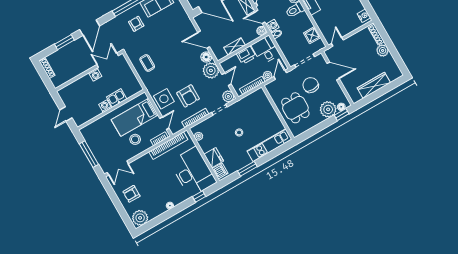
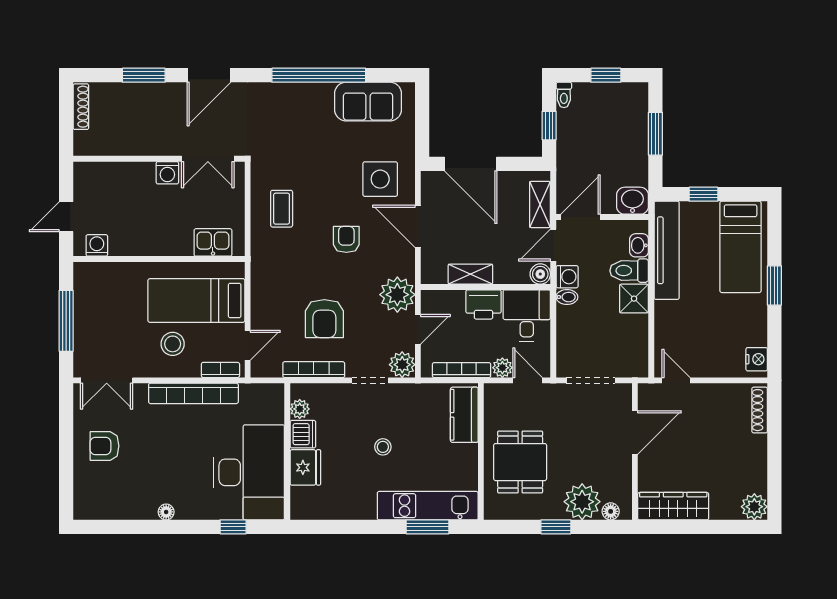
door: (260, 17) -> (553, 245), hinge flipped
armchair: (136, 24) -> (346, 239), moved
shower: (312, 35) -> (634, 299), moved
door: (337, 42) -> (676, 380), hinge flipped
plant: (383, 50) -> (754, 507), moved
floor lamp: (206, 57) -> (403, 263), removed
double door: (108, 60) -> (208, 159), swing flipped
door: (333, 71) -> (635, 433), hinge flipped
door: (280, 75) -> (528, 380), hinge flipped
chair: (311, 85) -> (575, 435), removed
wardrobe: (374, 85) -> (673, 506), moved
kitchen sink: (117, 98) -> (213, 242), moved
side table: (164, 99) -> (380, 179), moved
kitchen counter: (263, 102) -> (464, 415), added
washing machine: (105, 106) -> (97, 245), moved
window: (342, 115) -> (556, 527), moved
bookcase: (168, 146) -> (193, 393), moved
window: (247, 169) -> (427, 527), moved
dishwasher: (220, 171) -> (303, 434), moved
plant: (140, 218) -> (94, 502), removed

